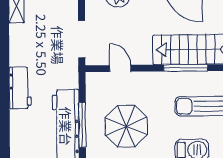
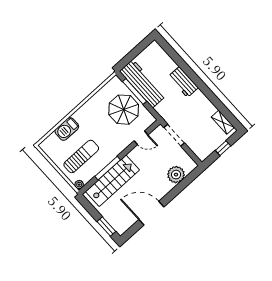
parasol: (126, 126) -> (124, 110), moved

